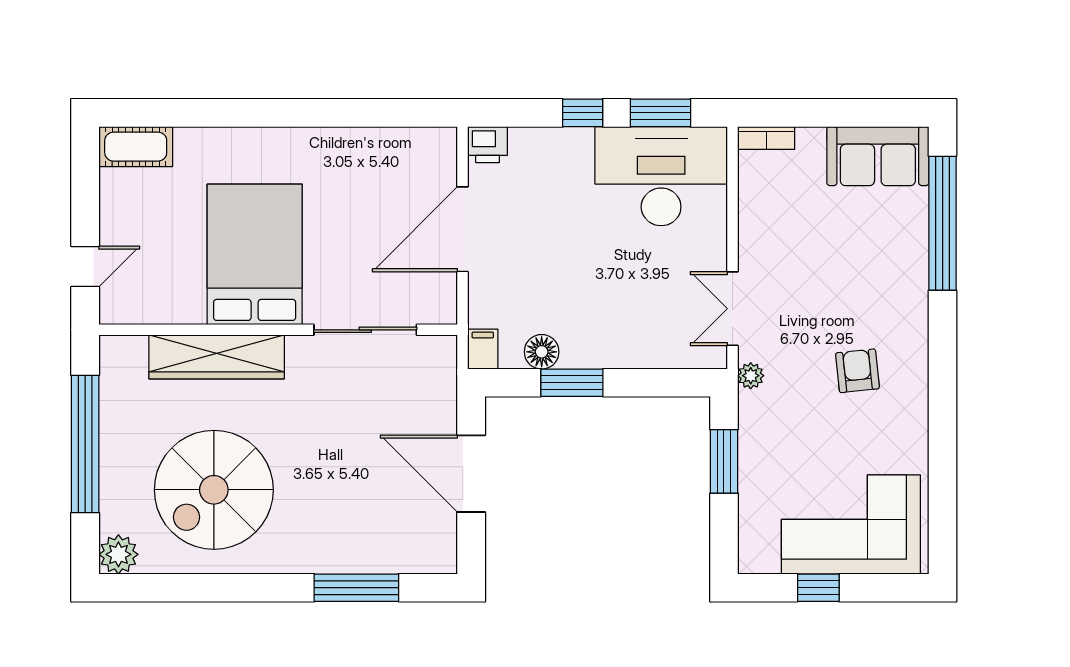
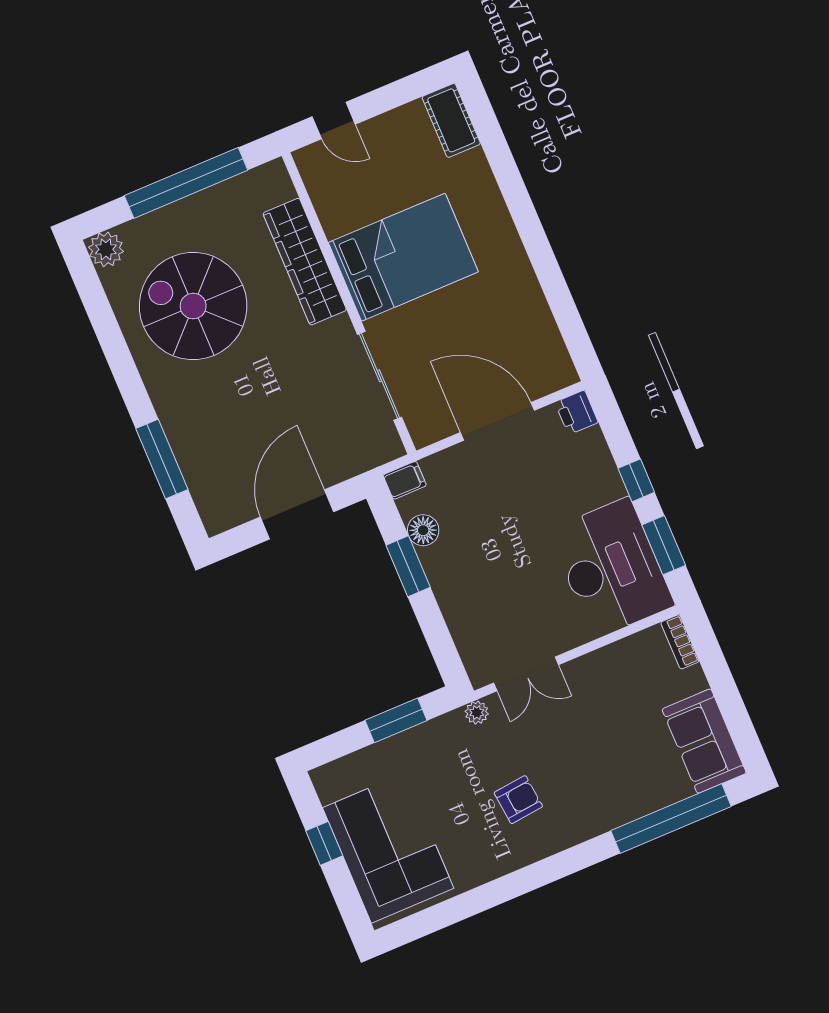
double door: (732, 309) -> (526, 674), swing flipped

